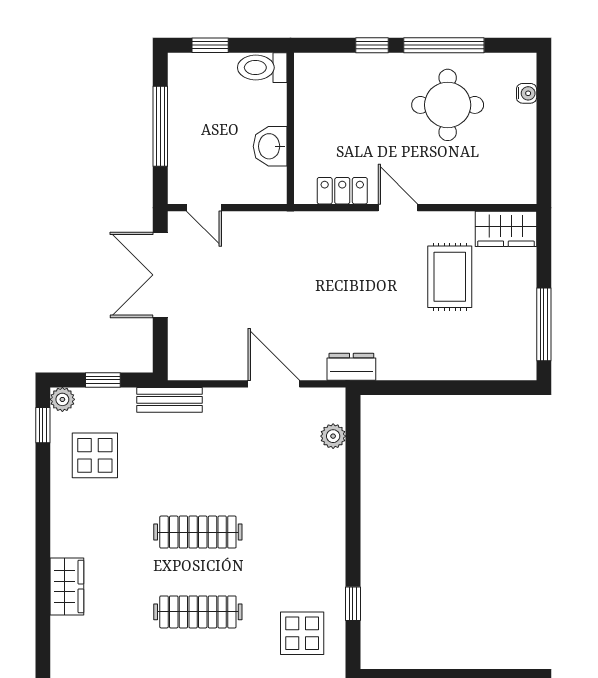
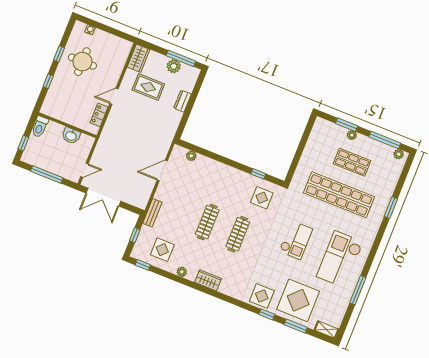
window: (444, 45) -> (59, 54), width x0.46
plant: (520, 315) -> (174, 66), added
dresser: (351, 367) -> (182, 101), moved
plant: (62, 399) -> (182, 272), moved

